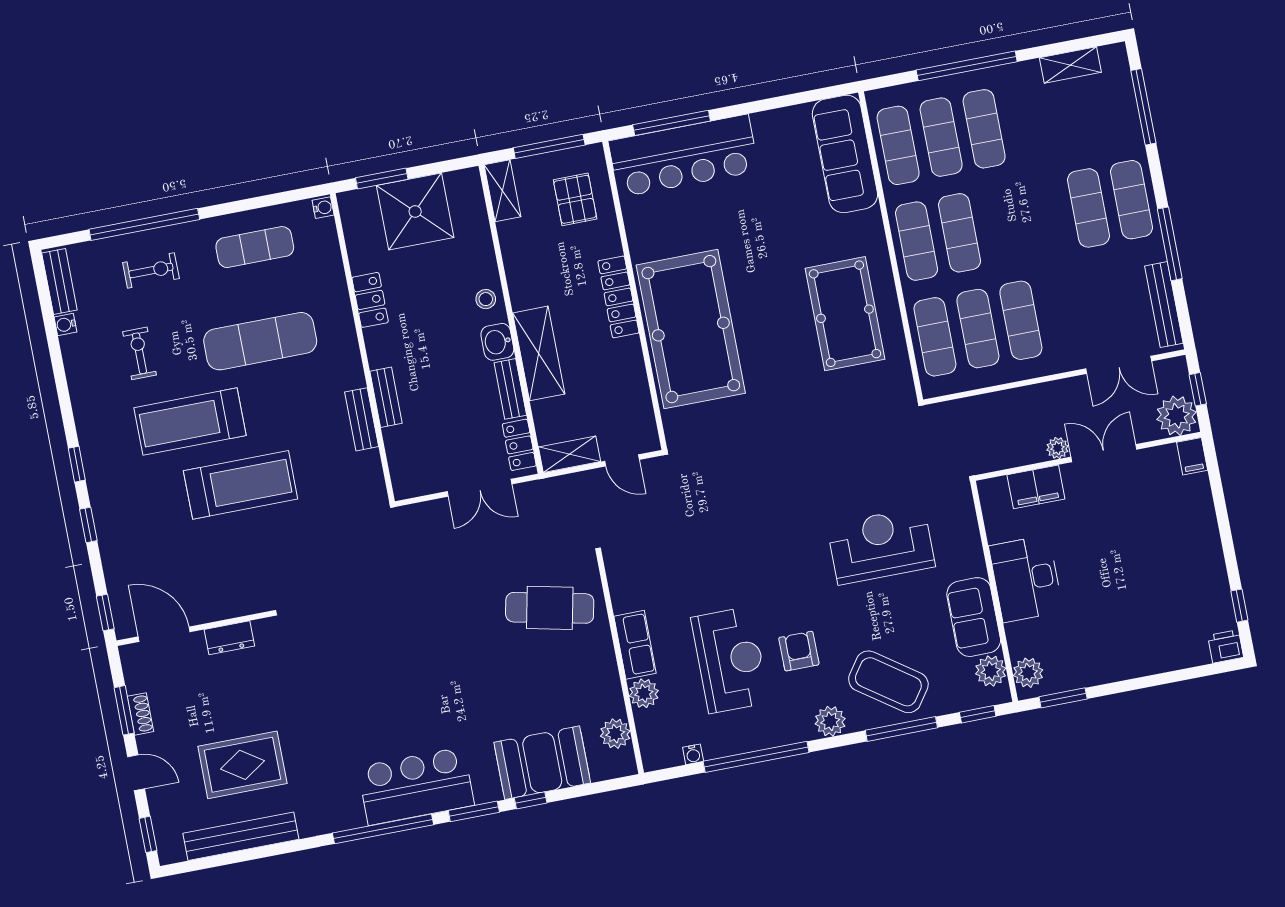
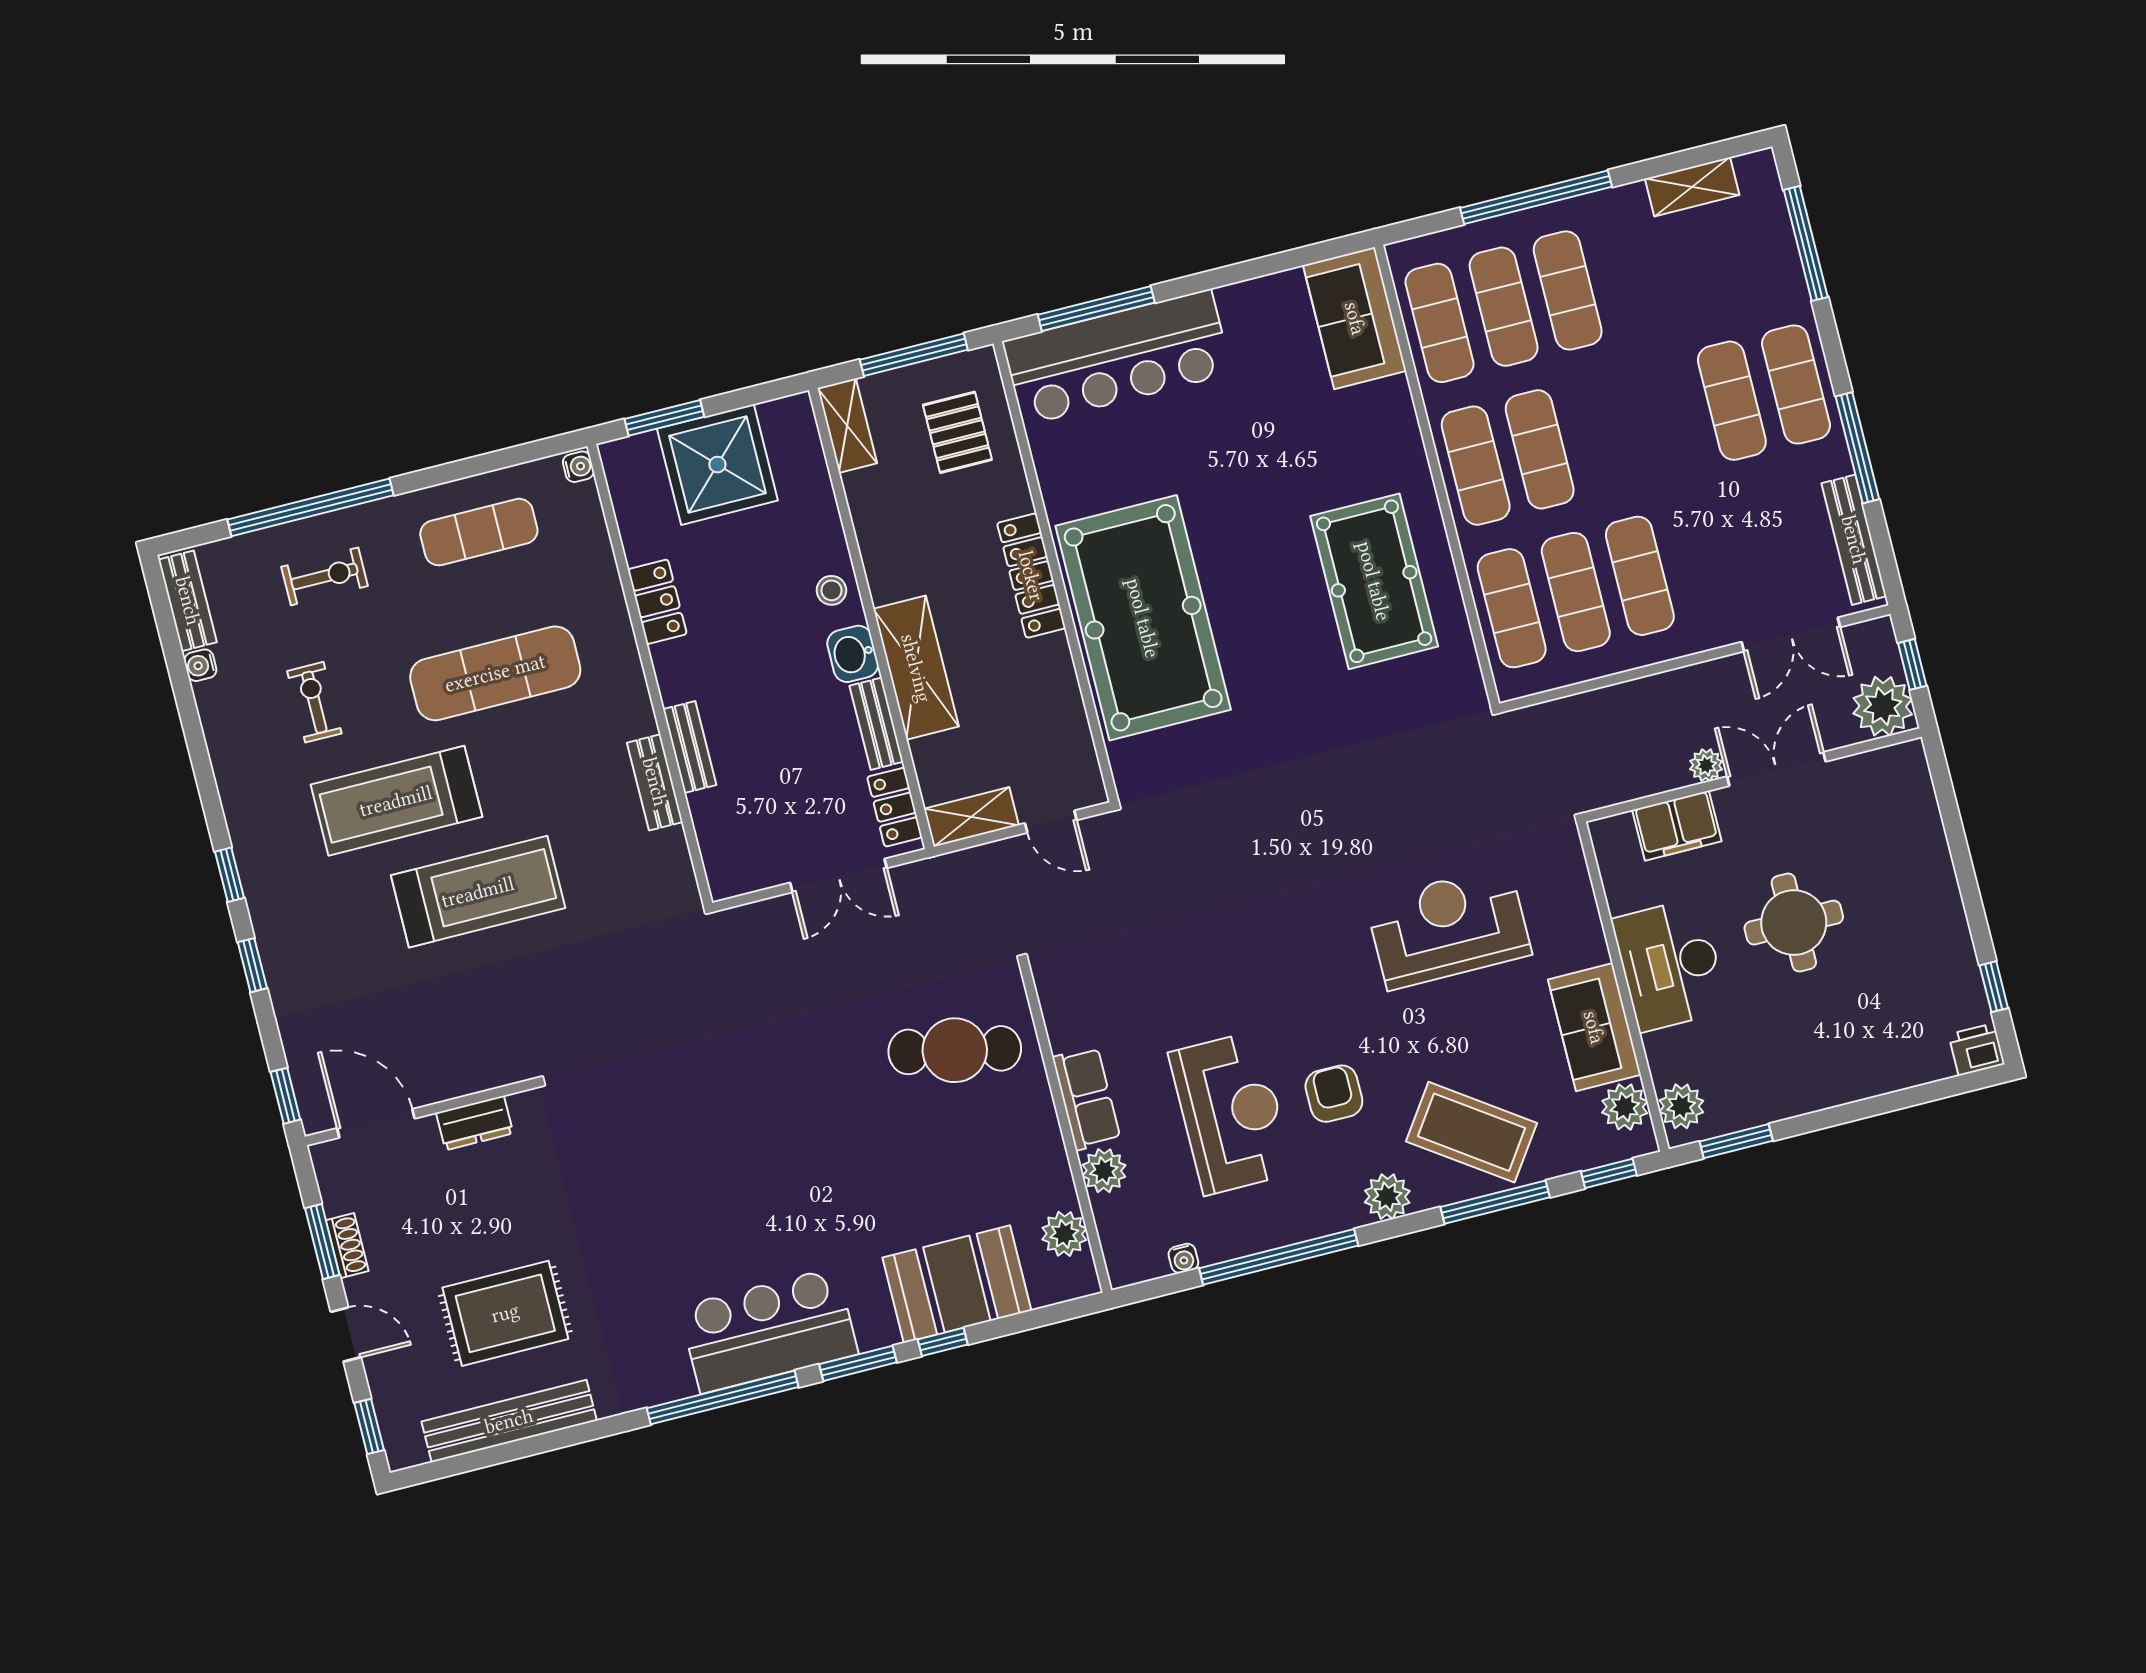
sofa: (845, 154) -> (1355, 318), width x0.73
filing cabinet: (1192, 456) -> (1910, 766), removed
round table: (1110, 555) -> (1794, 923), added

